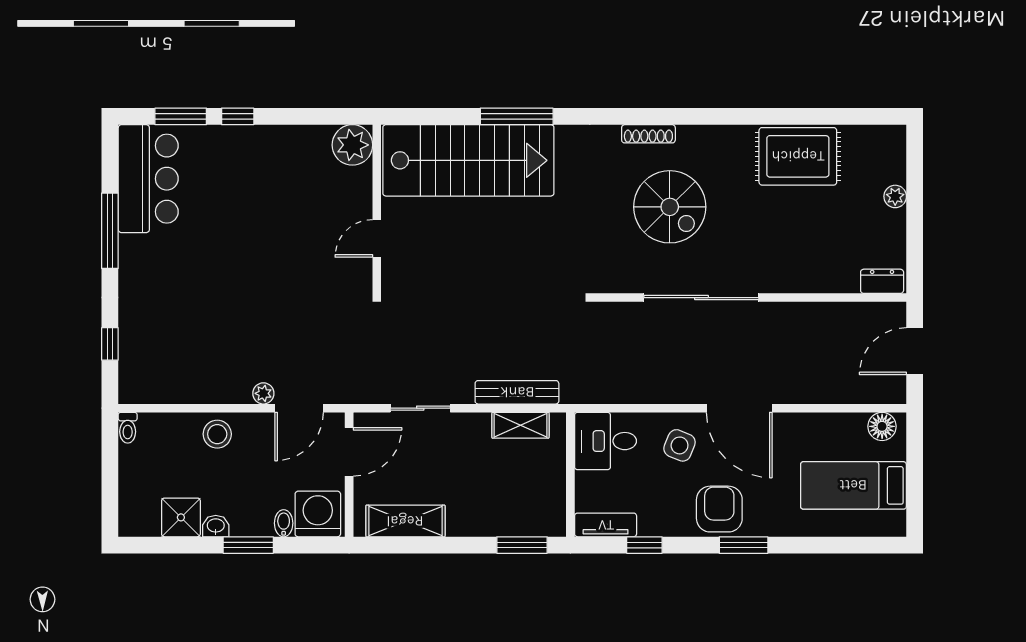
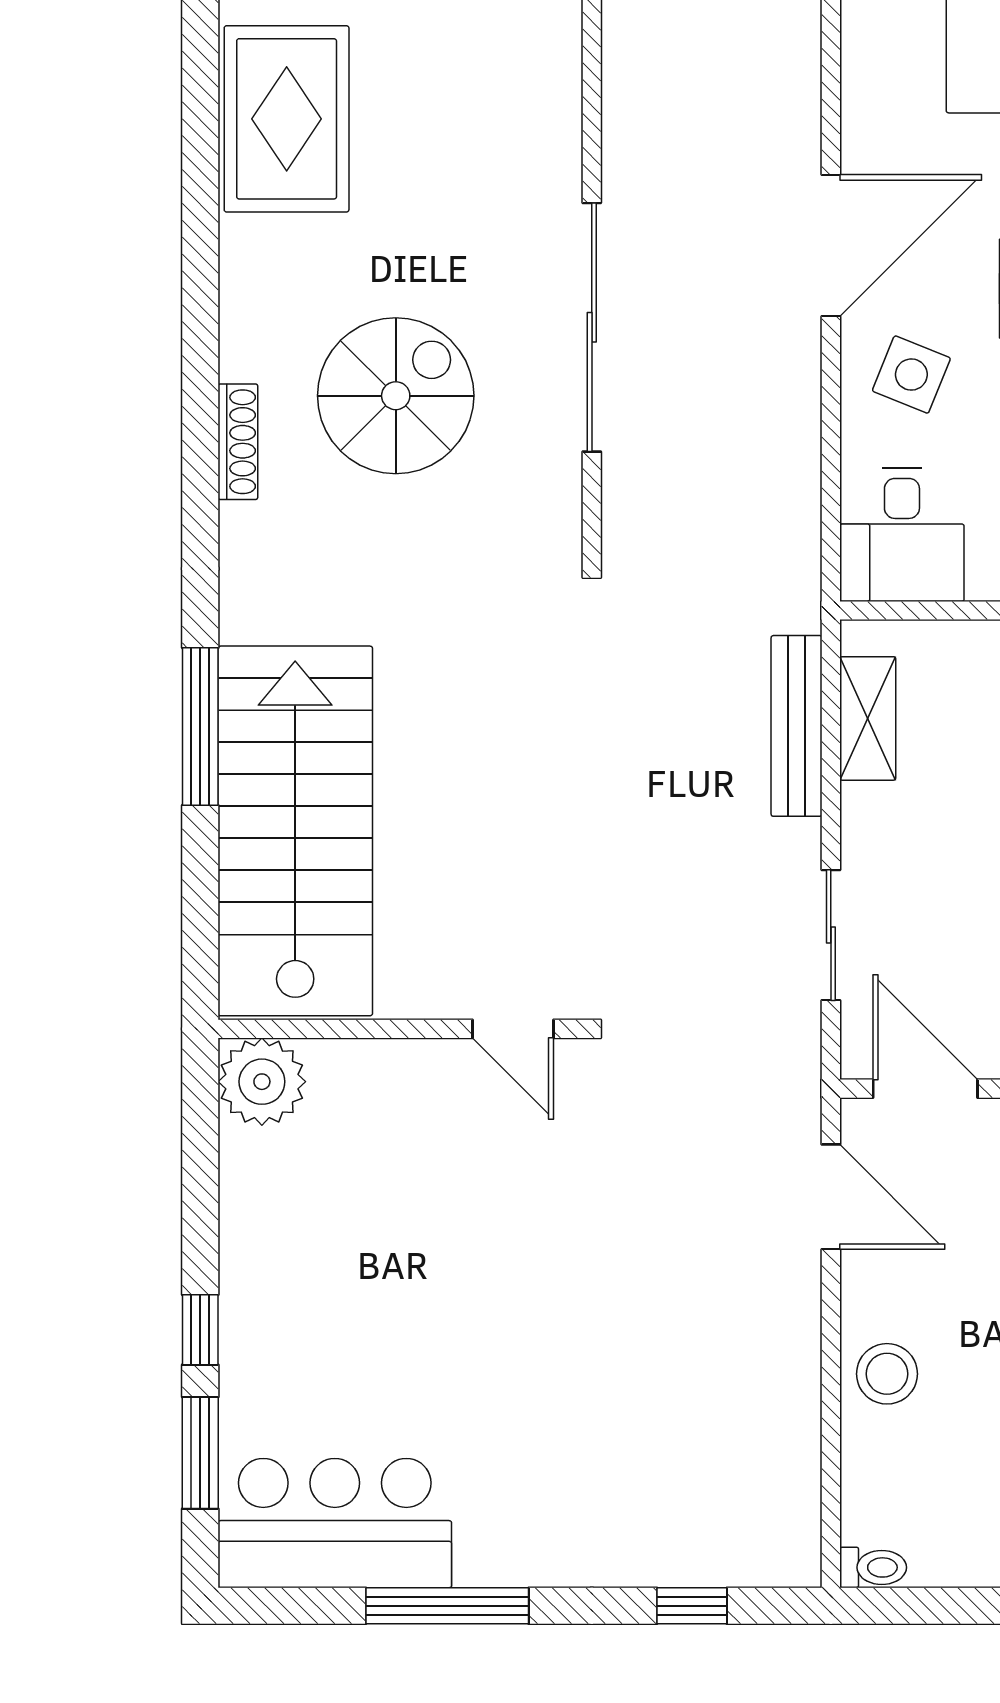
door: (377, 238) -> (513, 1029), moved
plant: (263, 393) -> (799, 1274), removed

